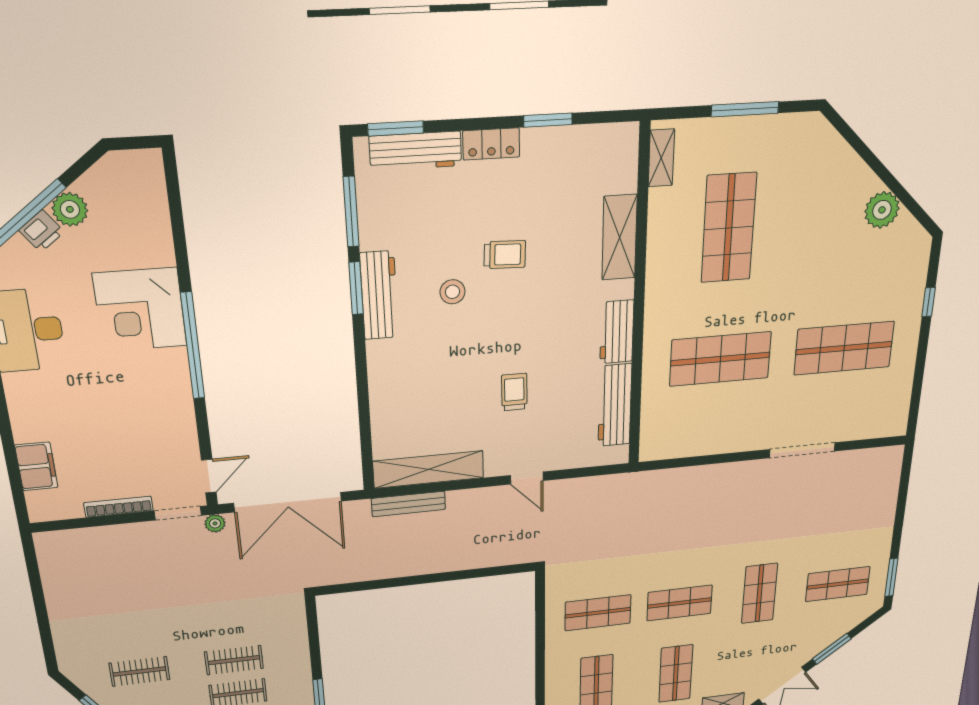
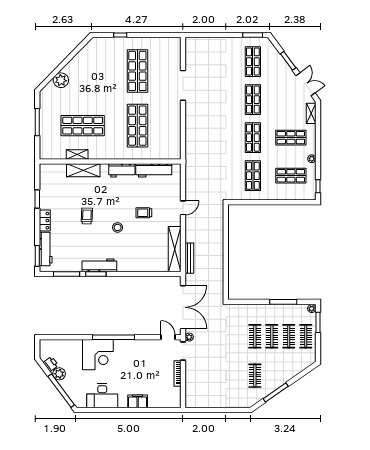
shelving: (661, 158) -> (77, 155), moved
plant: (882, 210) -> (61, 80), moved
printer: (42, 231) -> (51, 364), moved
stool: (452, 292) -> (118, 227), moved
filing cabinet: (36, 466) -> (138, 401), moved
shop shelf: (759, 593) -> (253, 100), turned 90

